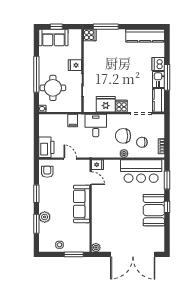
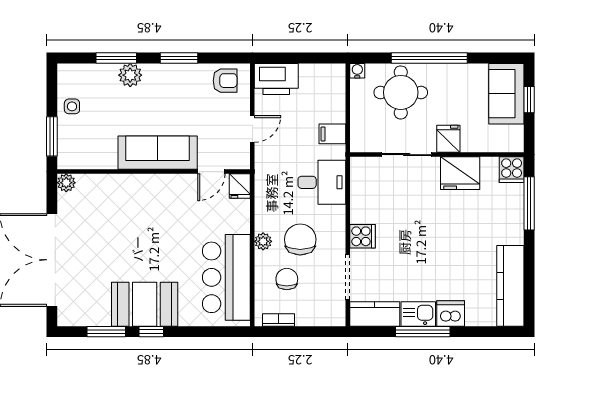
fridge: (106, 104) -> (460, 173), moved, turned 90
window: (167, 180) -> (106, 332), moved

